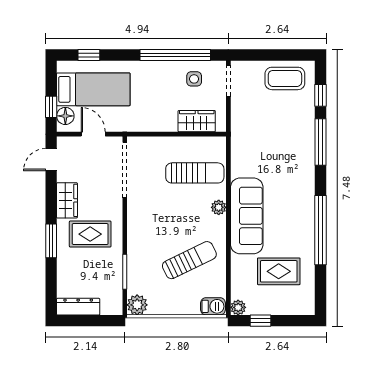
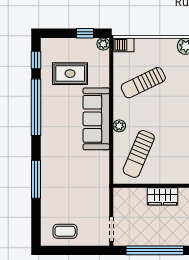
coffee table: (285, 78) -> (65, 231), width x0.73, depth x0.77
side table: (194, 79) -> (139, 231), removed
window: (320, 95) -> (36, 60), moved
wardrobe: (197, 121) -> (162, 196), moved
sun lounger: (195, 173) -> (139, 154), turned -67

